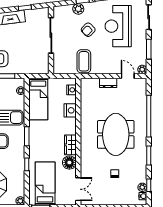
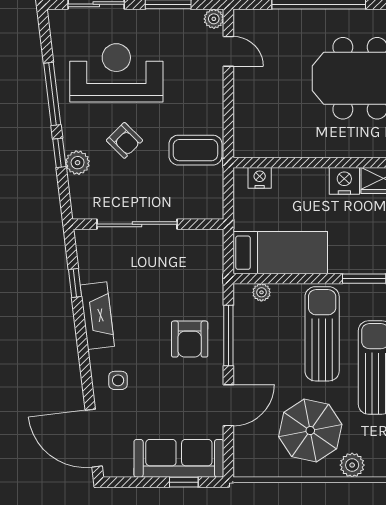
reception desk: (118, 26) -> (116, 73), turned 180
door: (128, 76) -> (228, 51), swing flipped
dresser: (108, 83) -> (244, 96), removed
nightstand: (70, 110) -> (344, 181), moved

